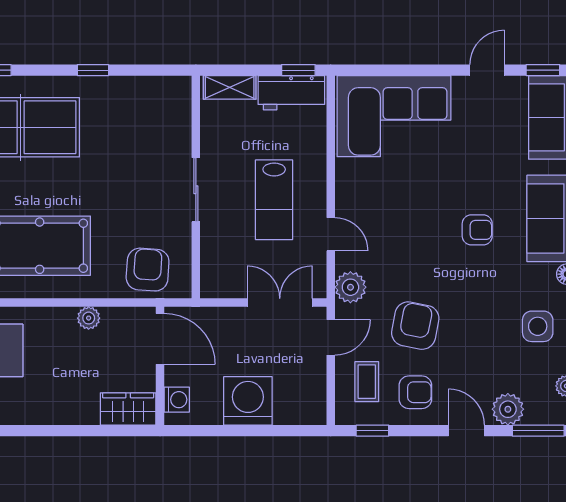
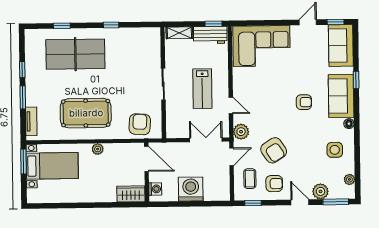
plant: (89, 318) -> (98, 149), moved
armchair: (415, 326) -> (274, 150), turned 136

